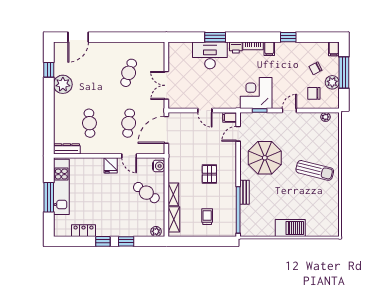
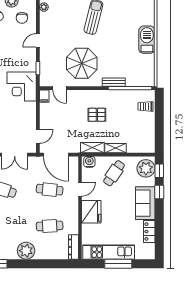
plant: (63, 84) -> (26, 251), moved
corner desk: (256, 93) -> (22, 87), moved
door: (205, 111) -> (38, 136), moved
door: (289, 111) -> (38, 40), hinge flipped
fridge: (111, 165) -> (91, 212), width x1.88, depth x1.34
trolley: (207, 217) -> (146, 106), moved
shelving: (174, 219) -> (92, 148), moved
sofa: (114, 226) -> (145, 203), added
plant: (156, 231) -> (146, 168), width x1.87, depth x1.87
window: (103, 241) -> (159, 171), moved

